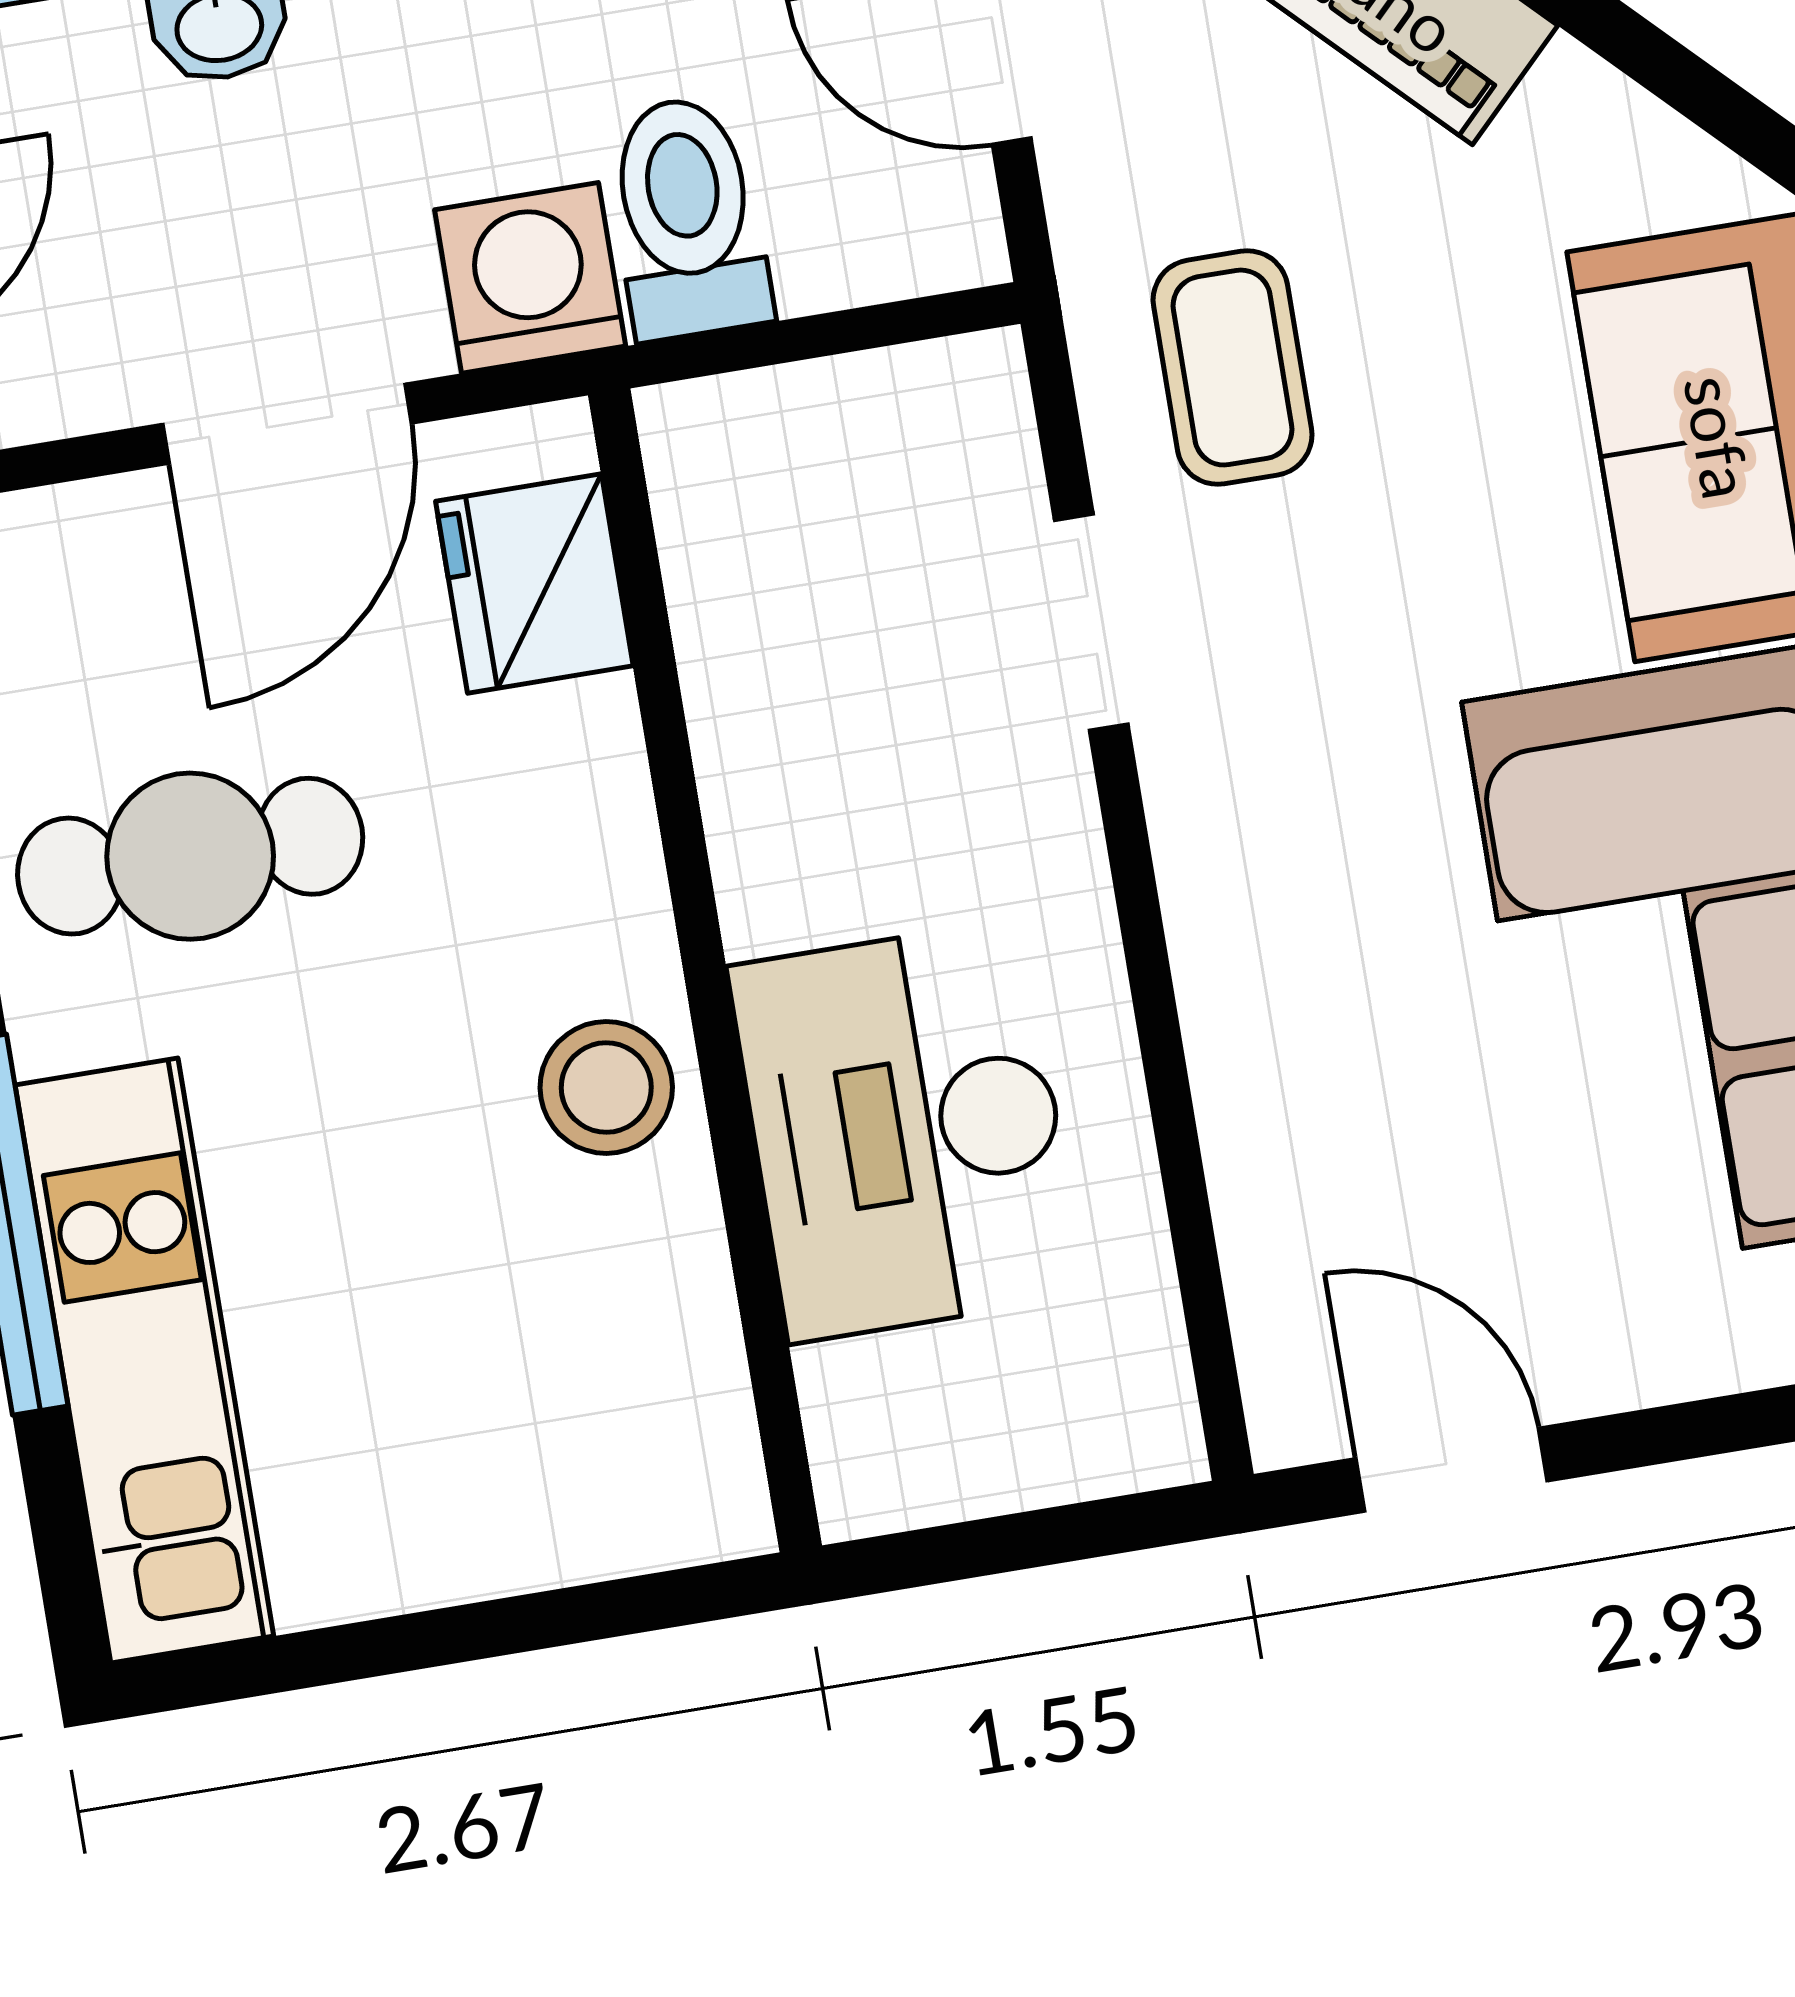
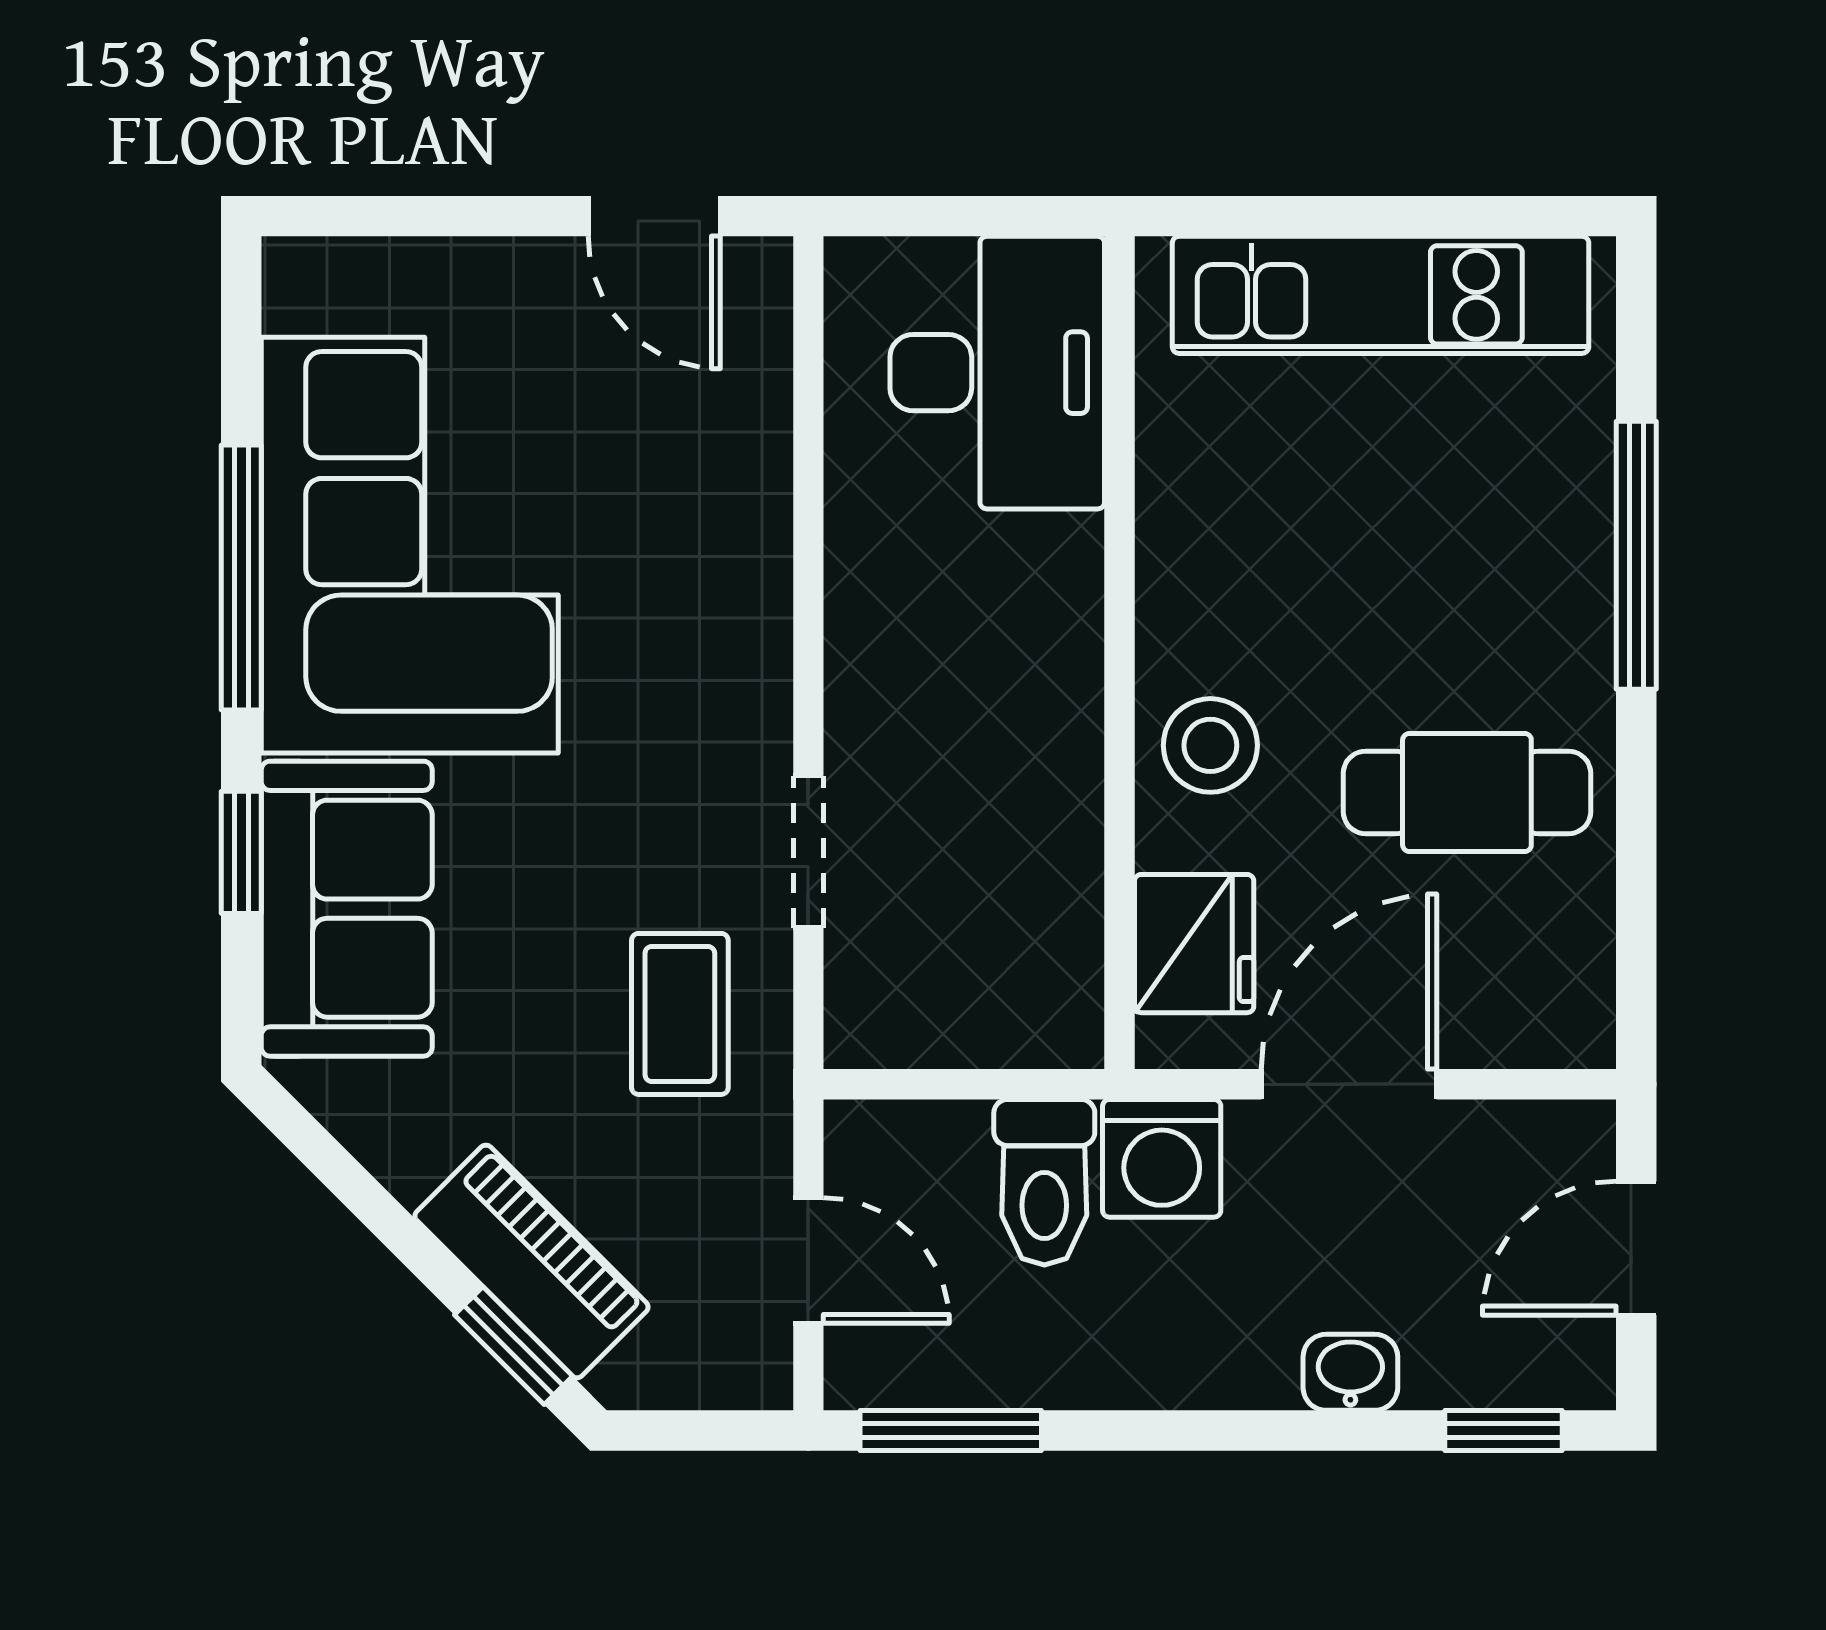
stool: (606, 1087) -> (1210, 745), moved
desk: (906, 1131) -> (997, 373), moved
kitchen unit: (144, 1361) -> (1381, 295), moved, turned -90

